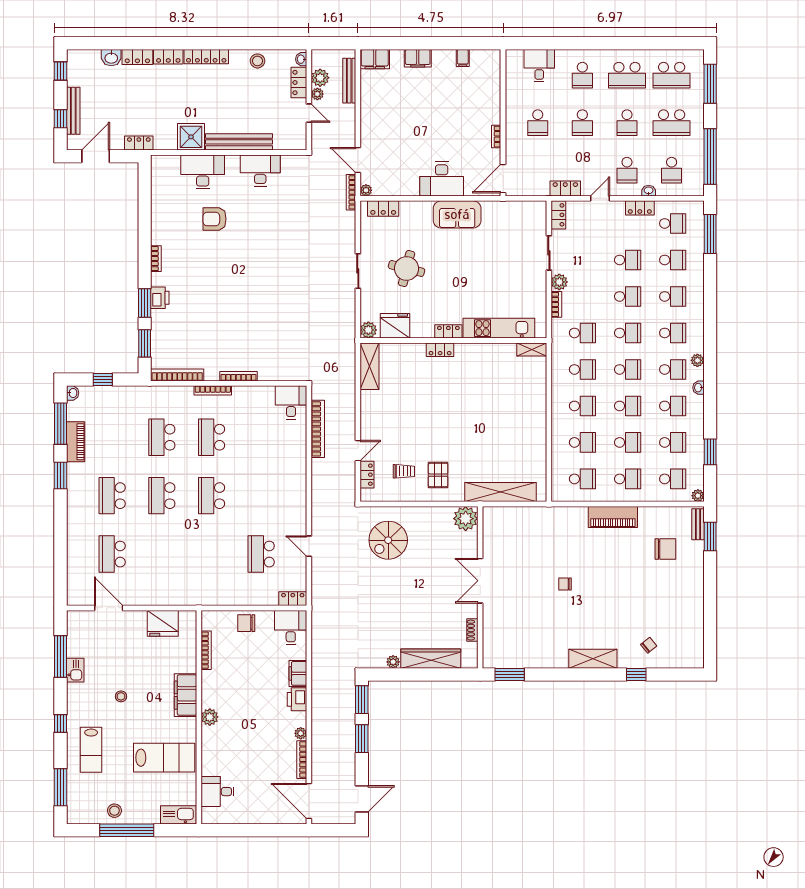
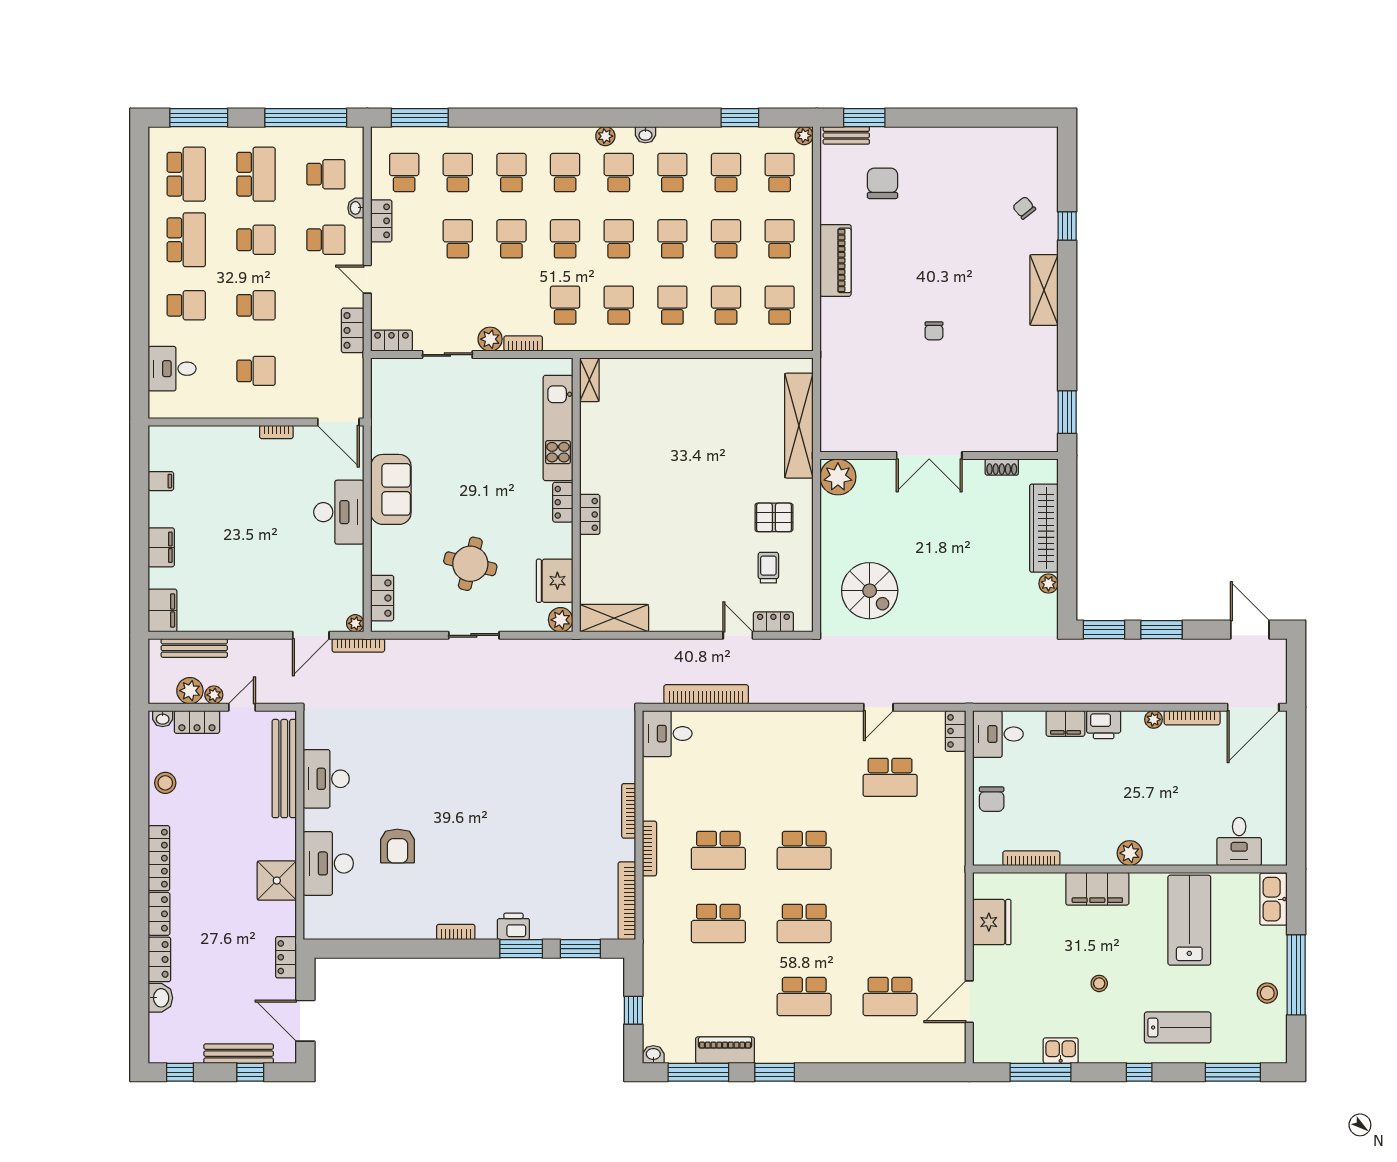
bench: (239, 142) -> (284, 769), moved

